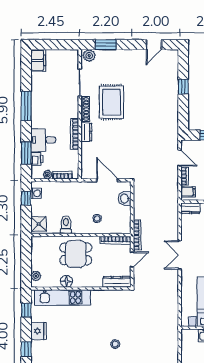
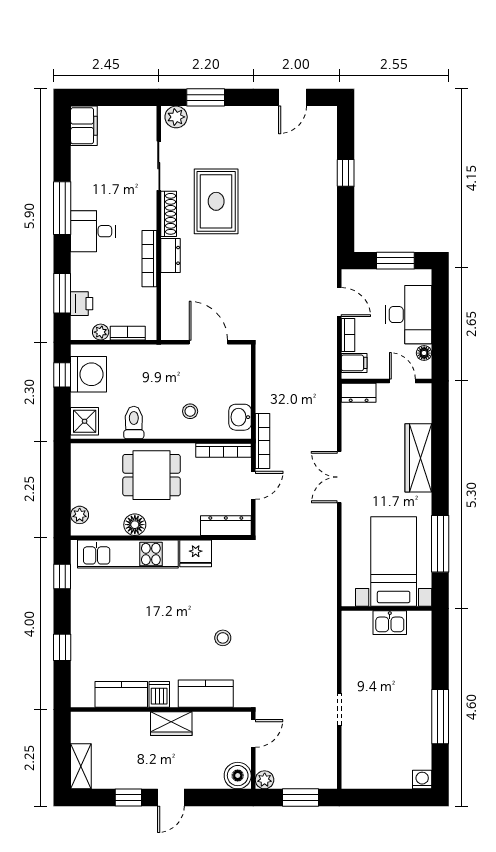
desk: (43, 140) -> (93, 231), moved
washing machine: (36, 193) -> (89, 374), width x1.89, depth x1.89
washbasin: (125, 199) -> (240, 417), moved
fridge: (38, 331) -> (196, 553), moved, turned 90

